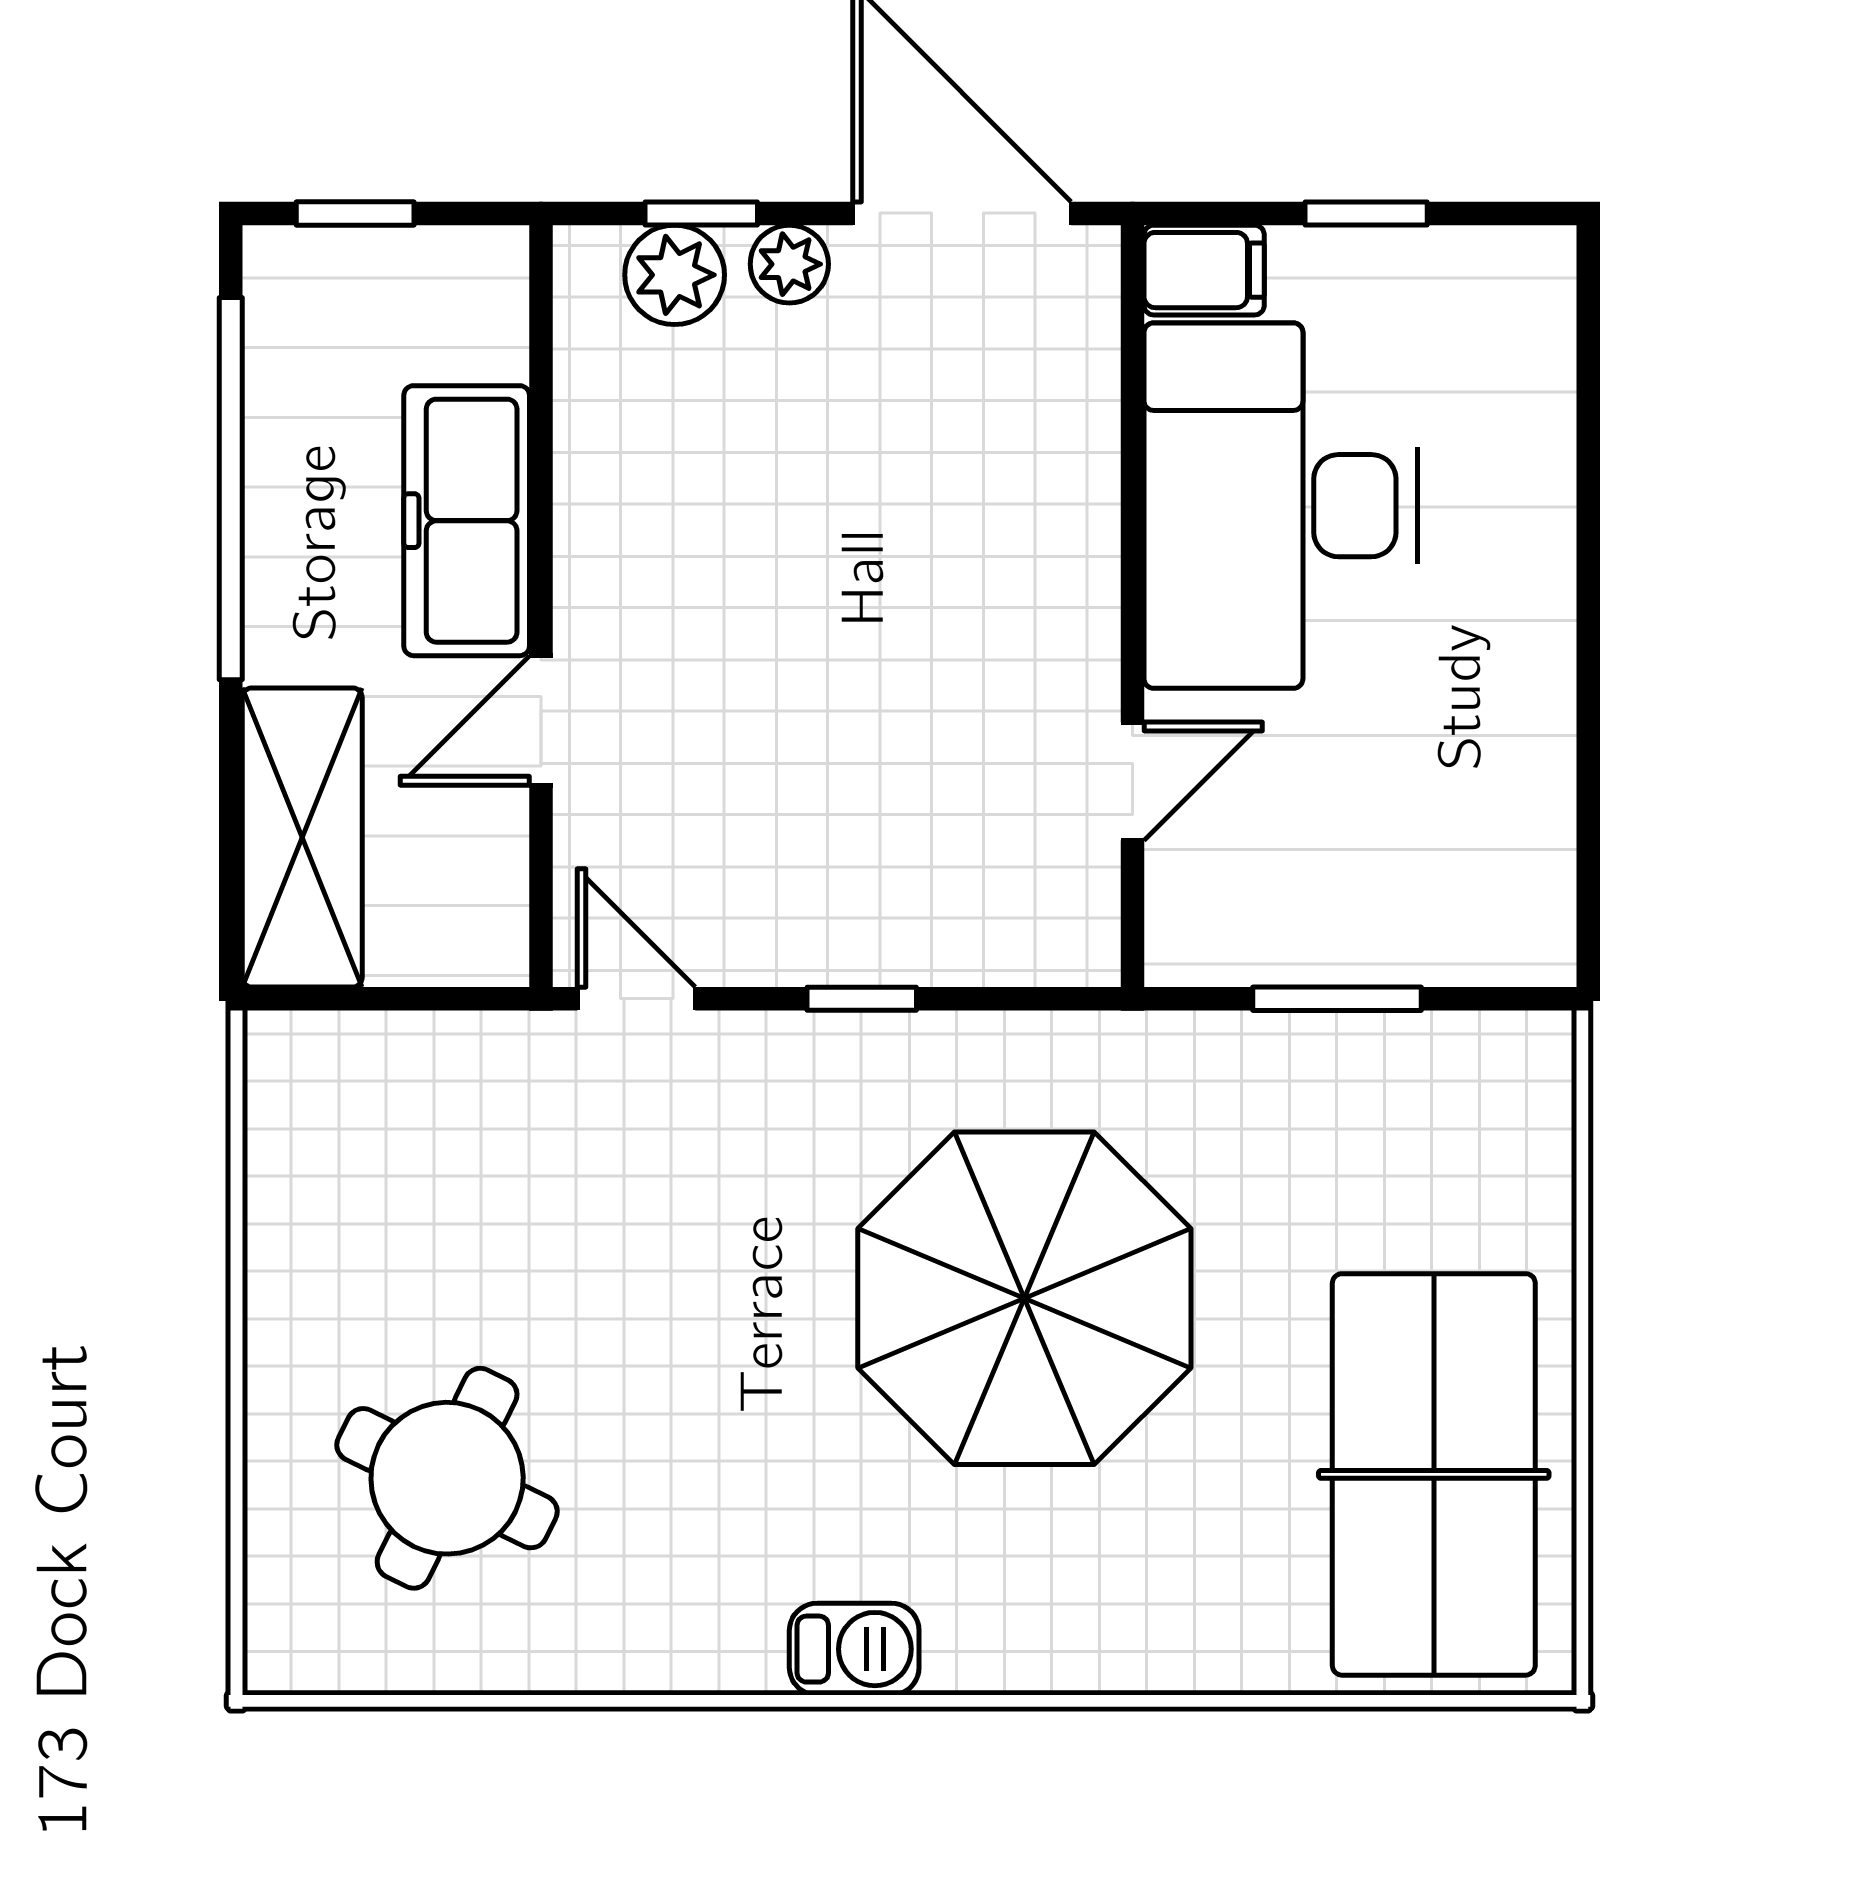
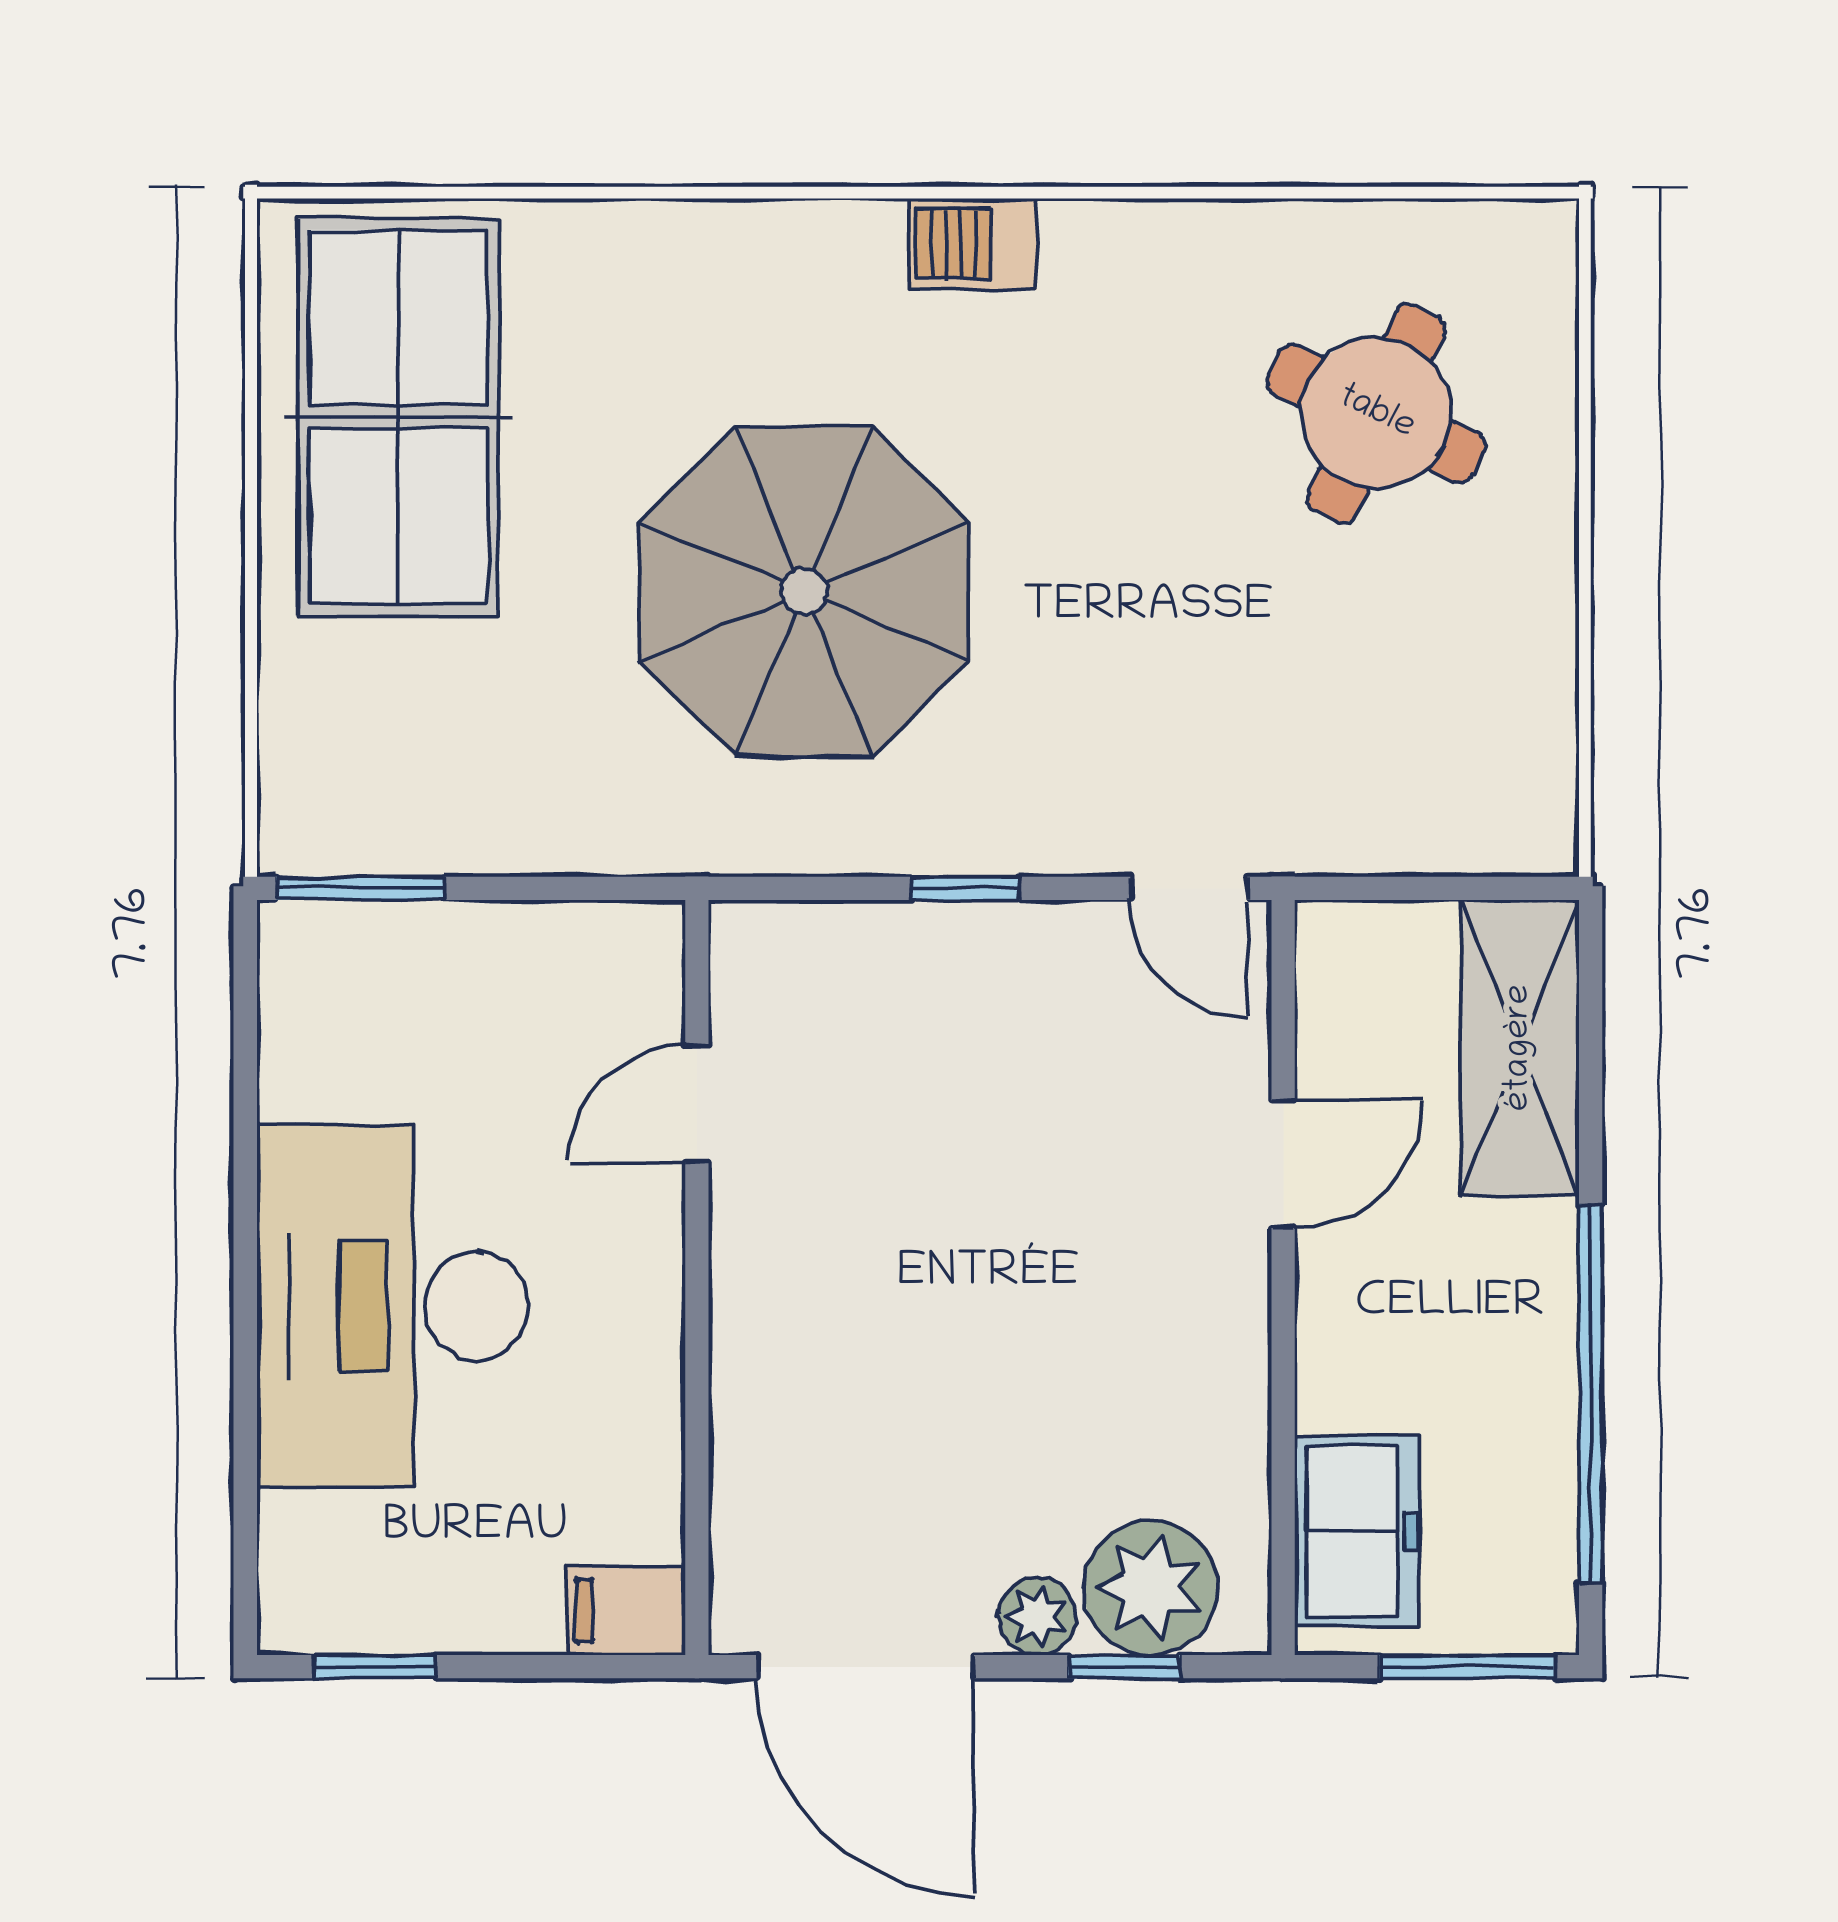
window: (355, 213) -> (1467, 1667), width x1.50
window: (1366, 213) -> (375, 1667), moved
plant: (675, 275) -> (1151, 1588), width x1.36, depth x1.36
desk: (1281, 506) -> (392, 1306), moved, turned 180
freezer: (467, 521) -> (1357, 1531), moved, width x0.71
window: (1337, 999) -> (360, 888), moved

